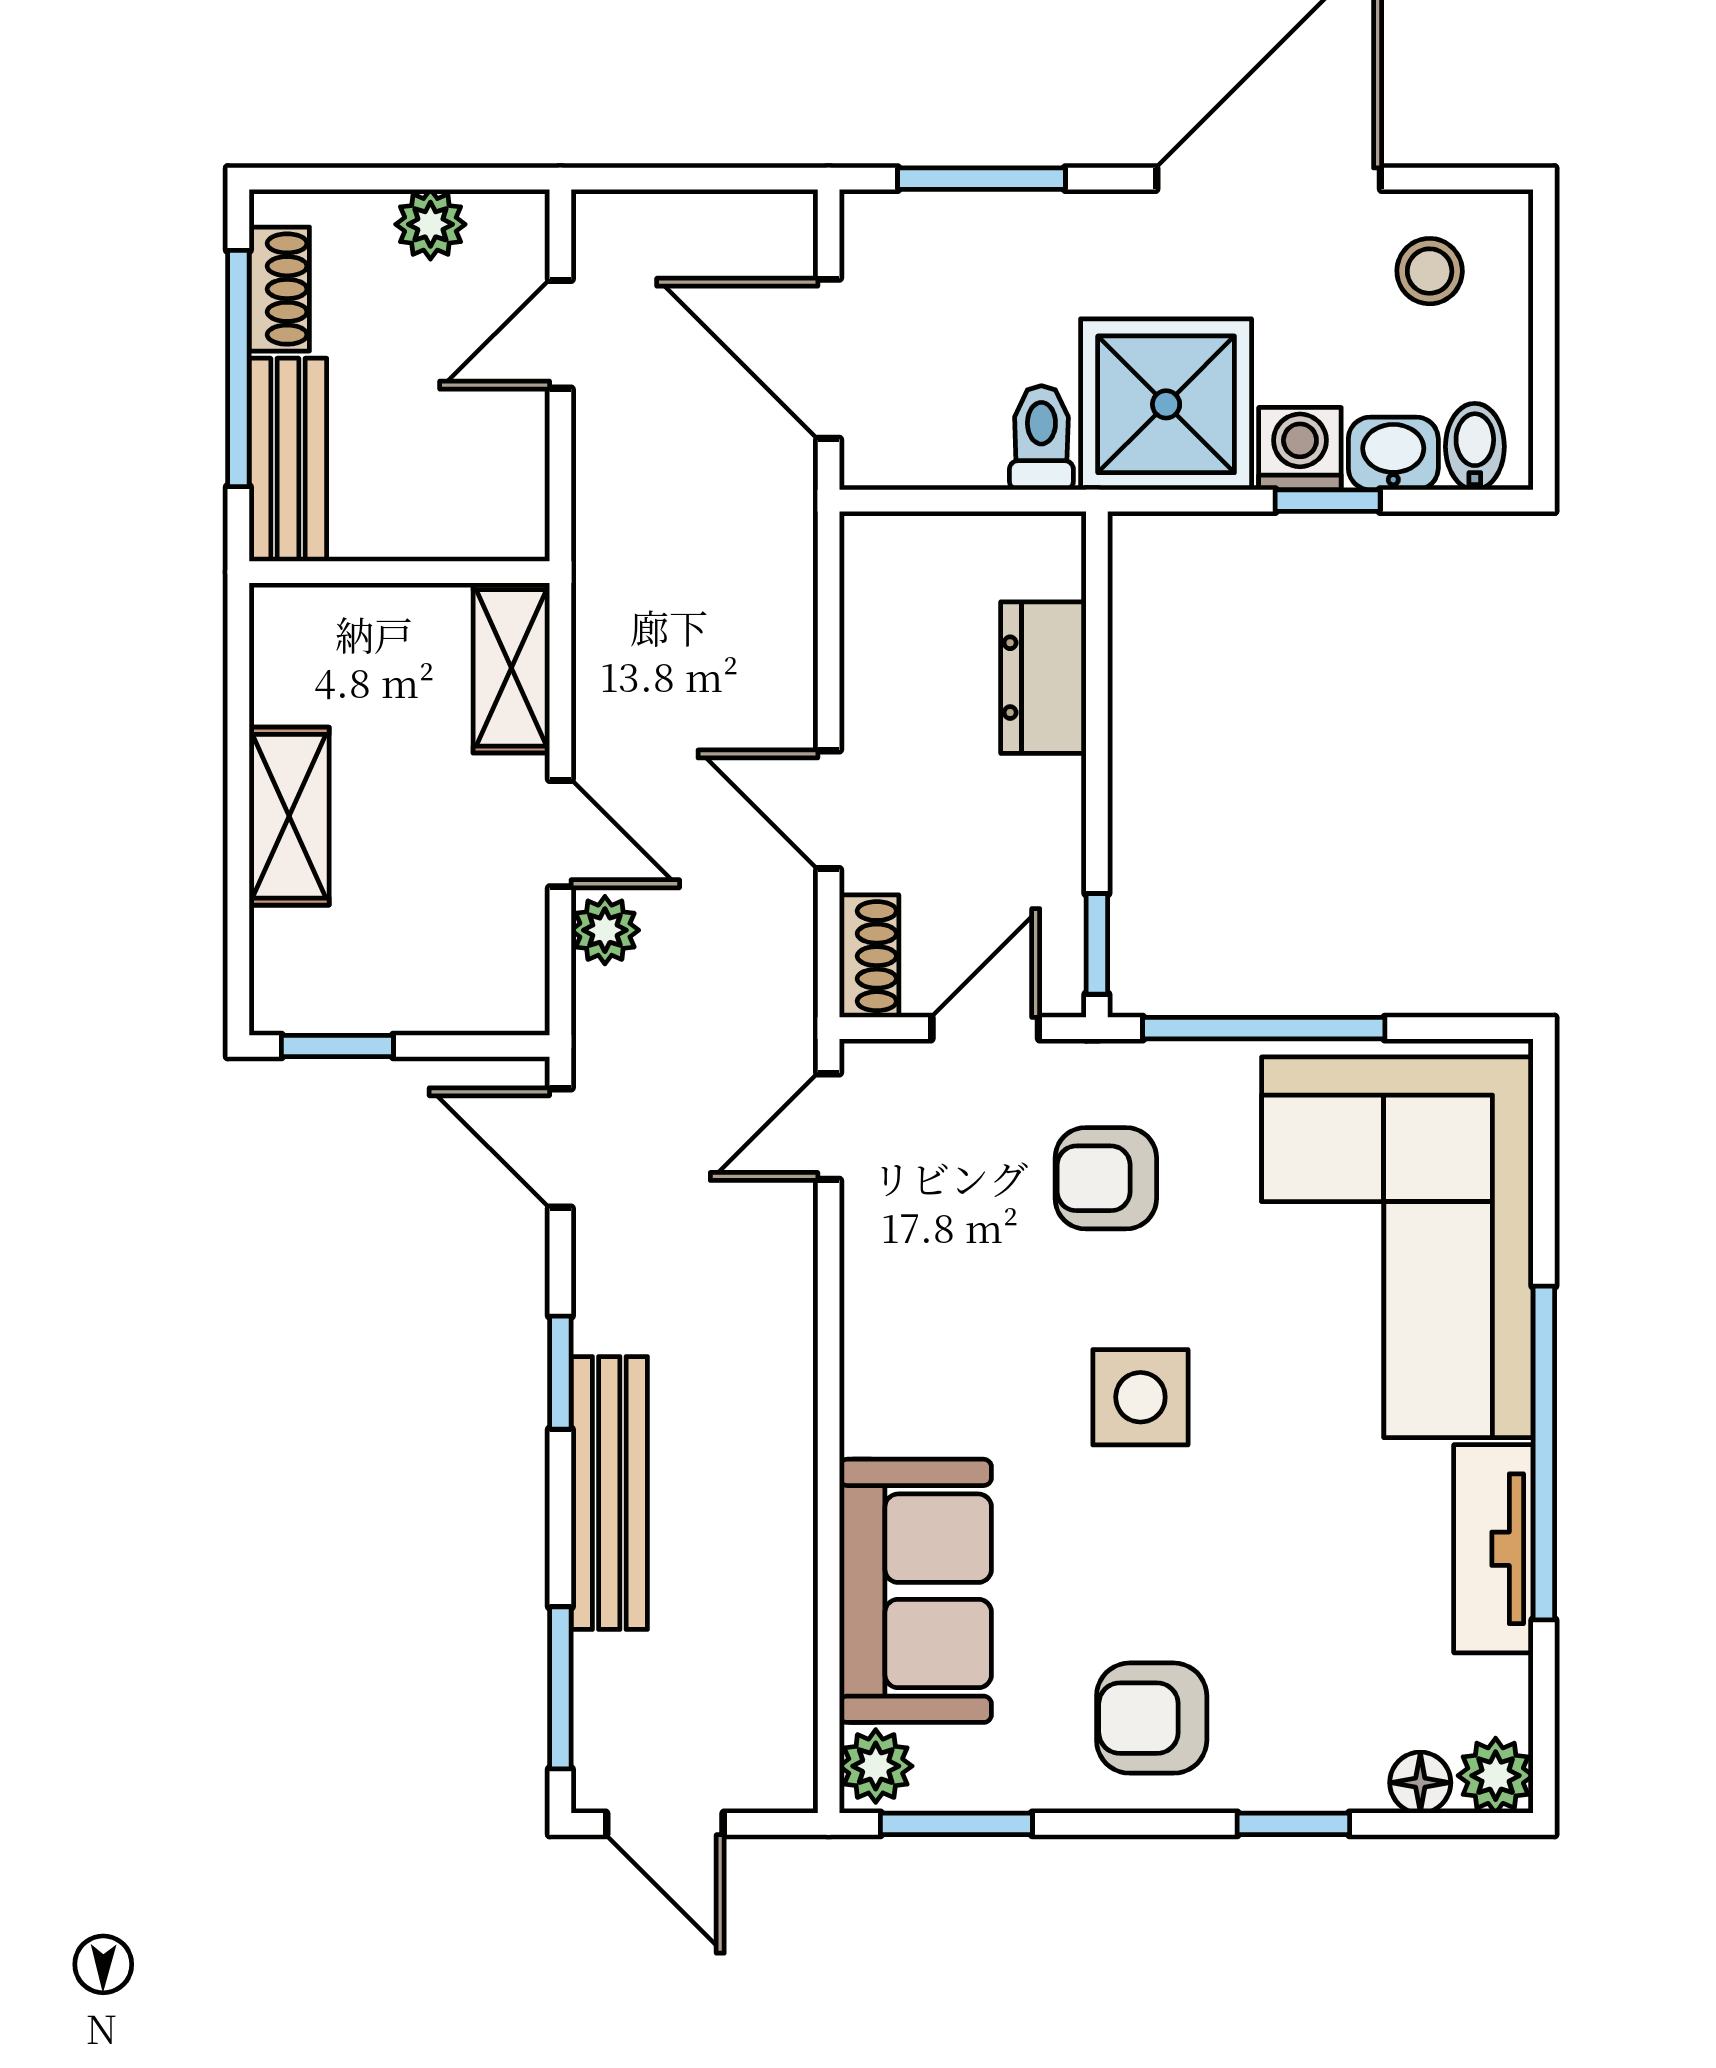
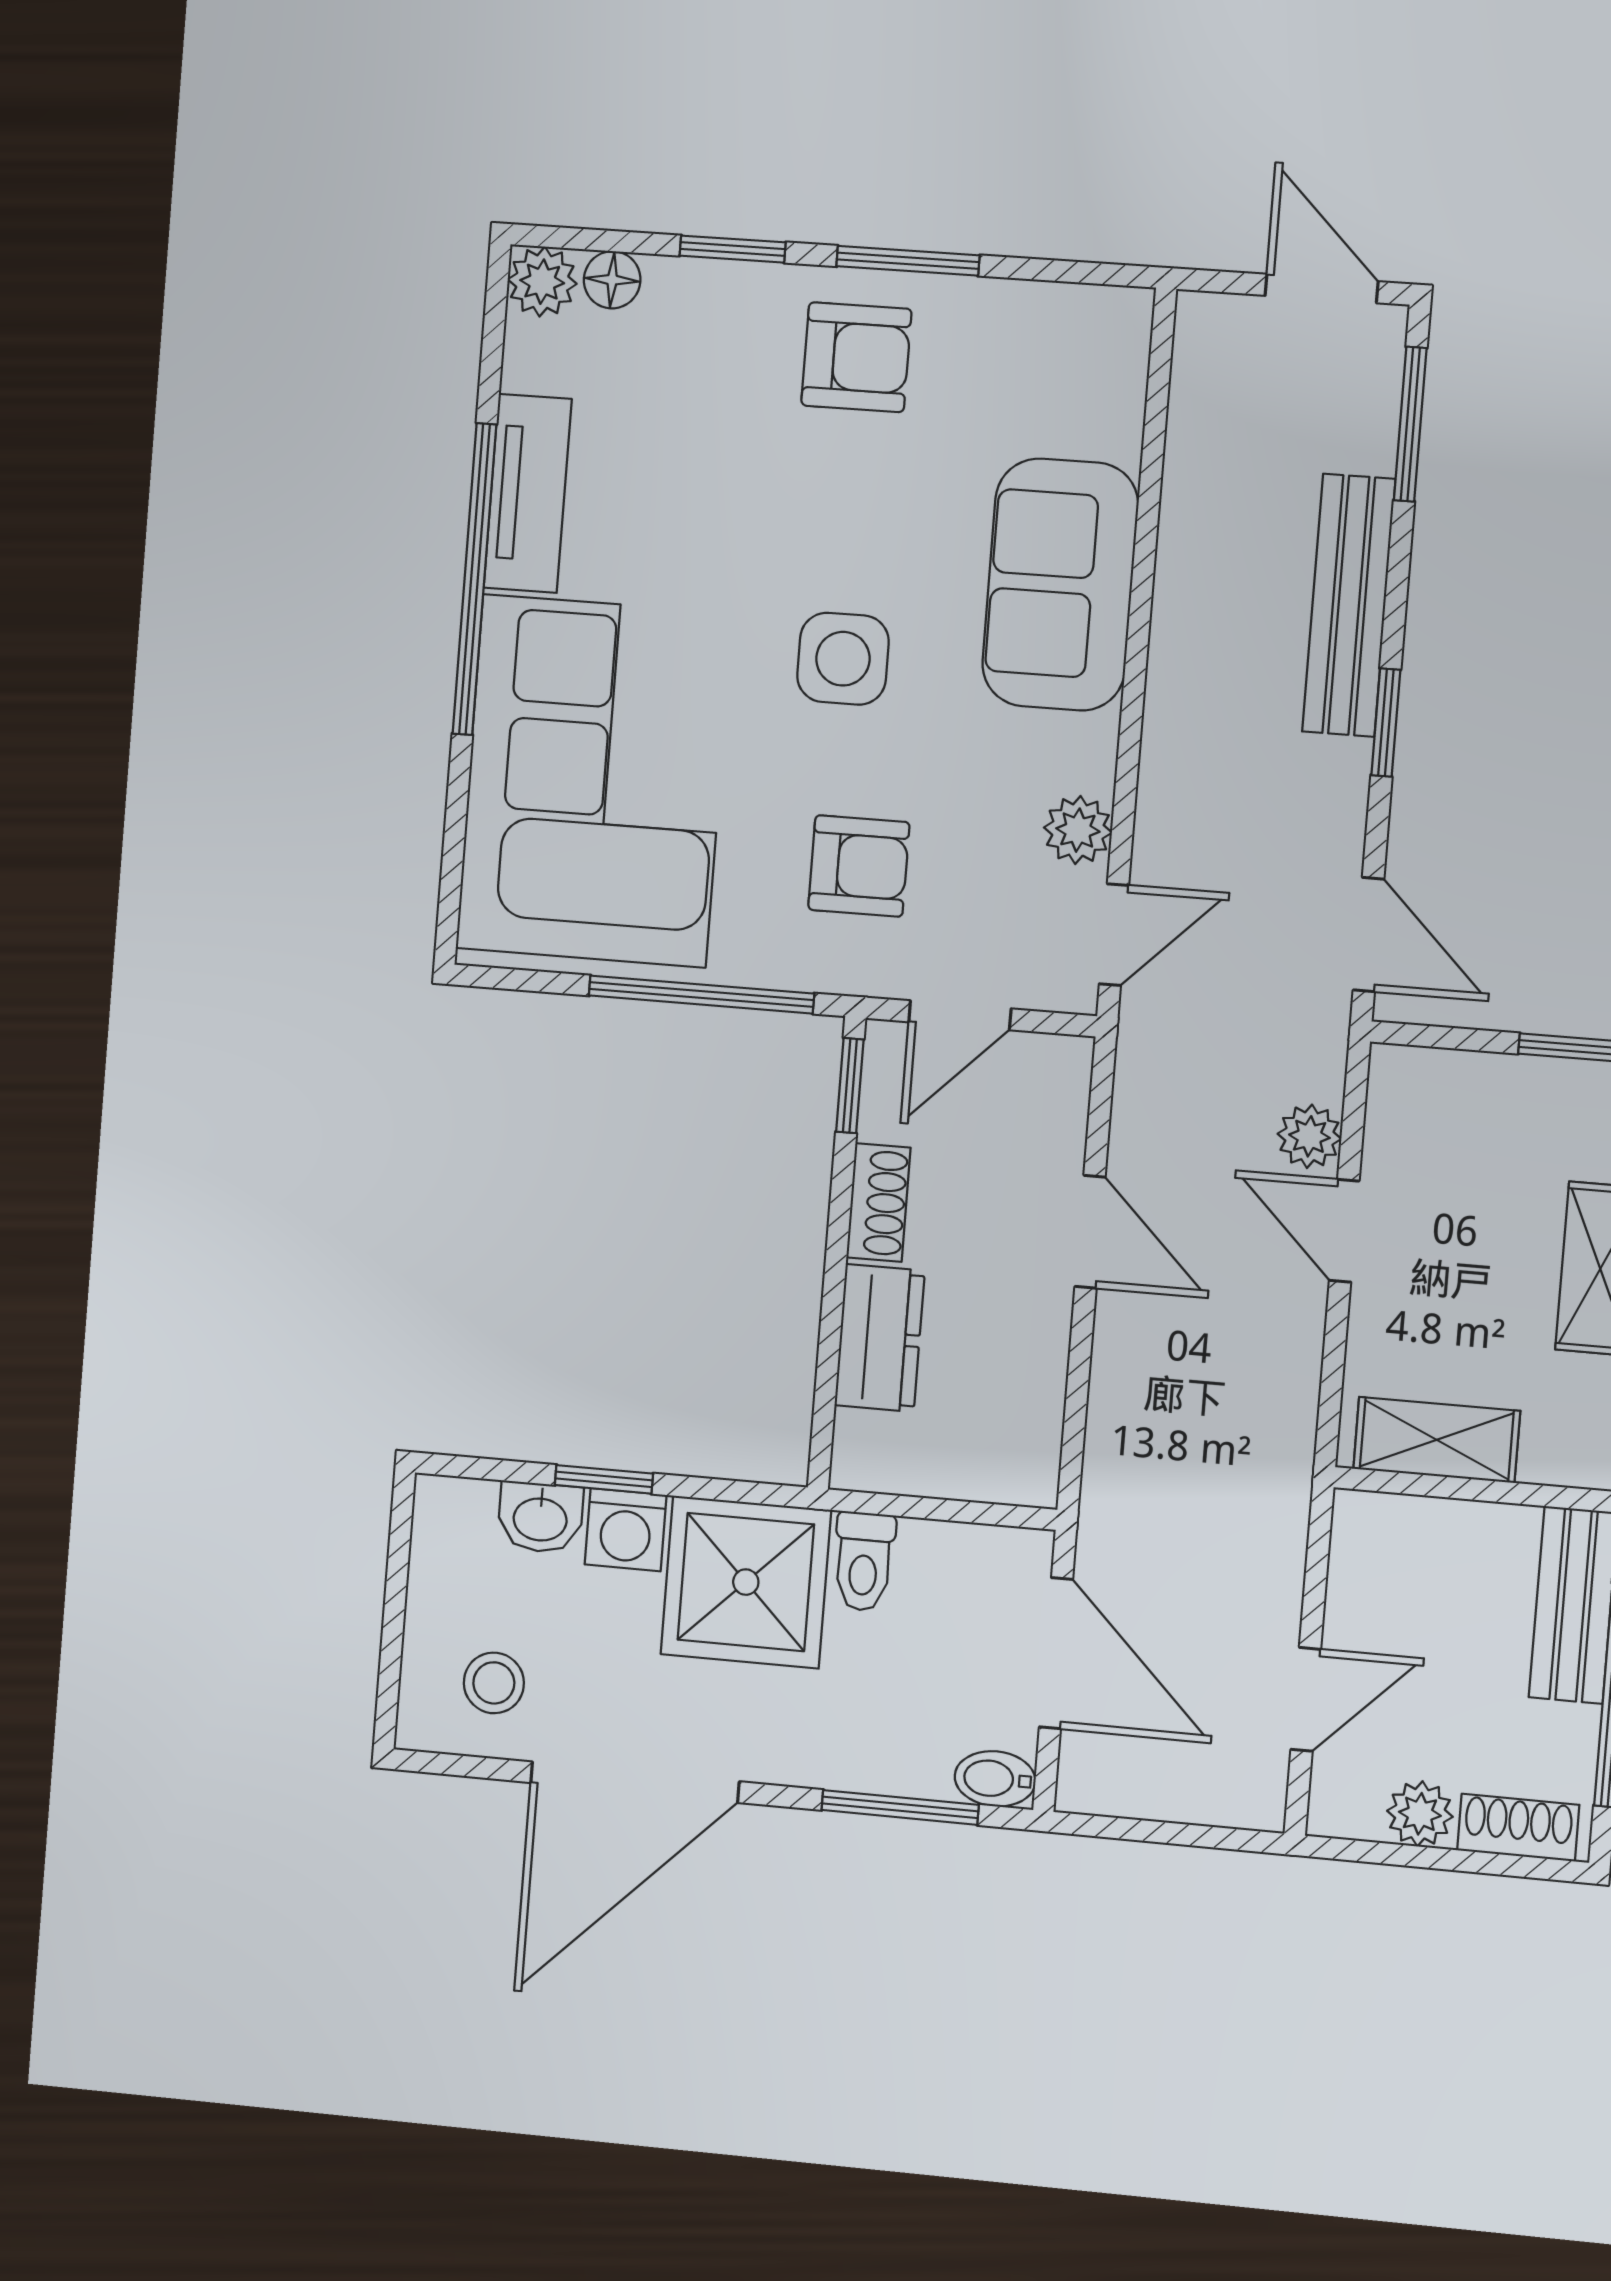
shoe rack: (279, 289) -> (1518, 1828), moved, turned 90
bidet: (1475, 447) -> (995, 1779), moved, turned 90
shelving: (511, 668) -> (1437, 1440), moved, turned 90
shoe rack: (869, 956) -> (878, 1202), moved, turned 180
sofa: (915, 1591) -> (1060, 585), moved
plant: (876, 1766) -> (1078, 830), moved
window: (956, 1824) -> (908, 261), moved

